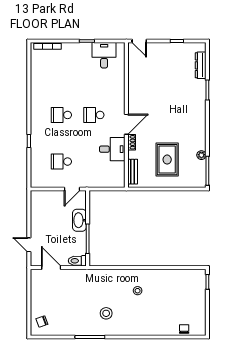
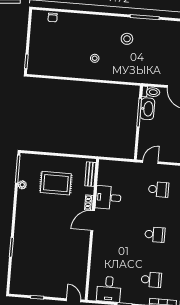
dresser: (201, 65) -> (16, 272), removed
school desk: (94, 115) -> (151, 280), moved
rug: (167, 160) -> (56, 183), turned 90
washbasin: (79, 220) -> (147, 109), moved

